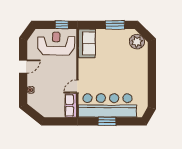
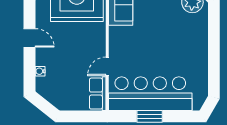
door: (23, 67) -> (29, 38), hinge flipped

